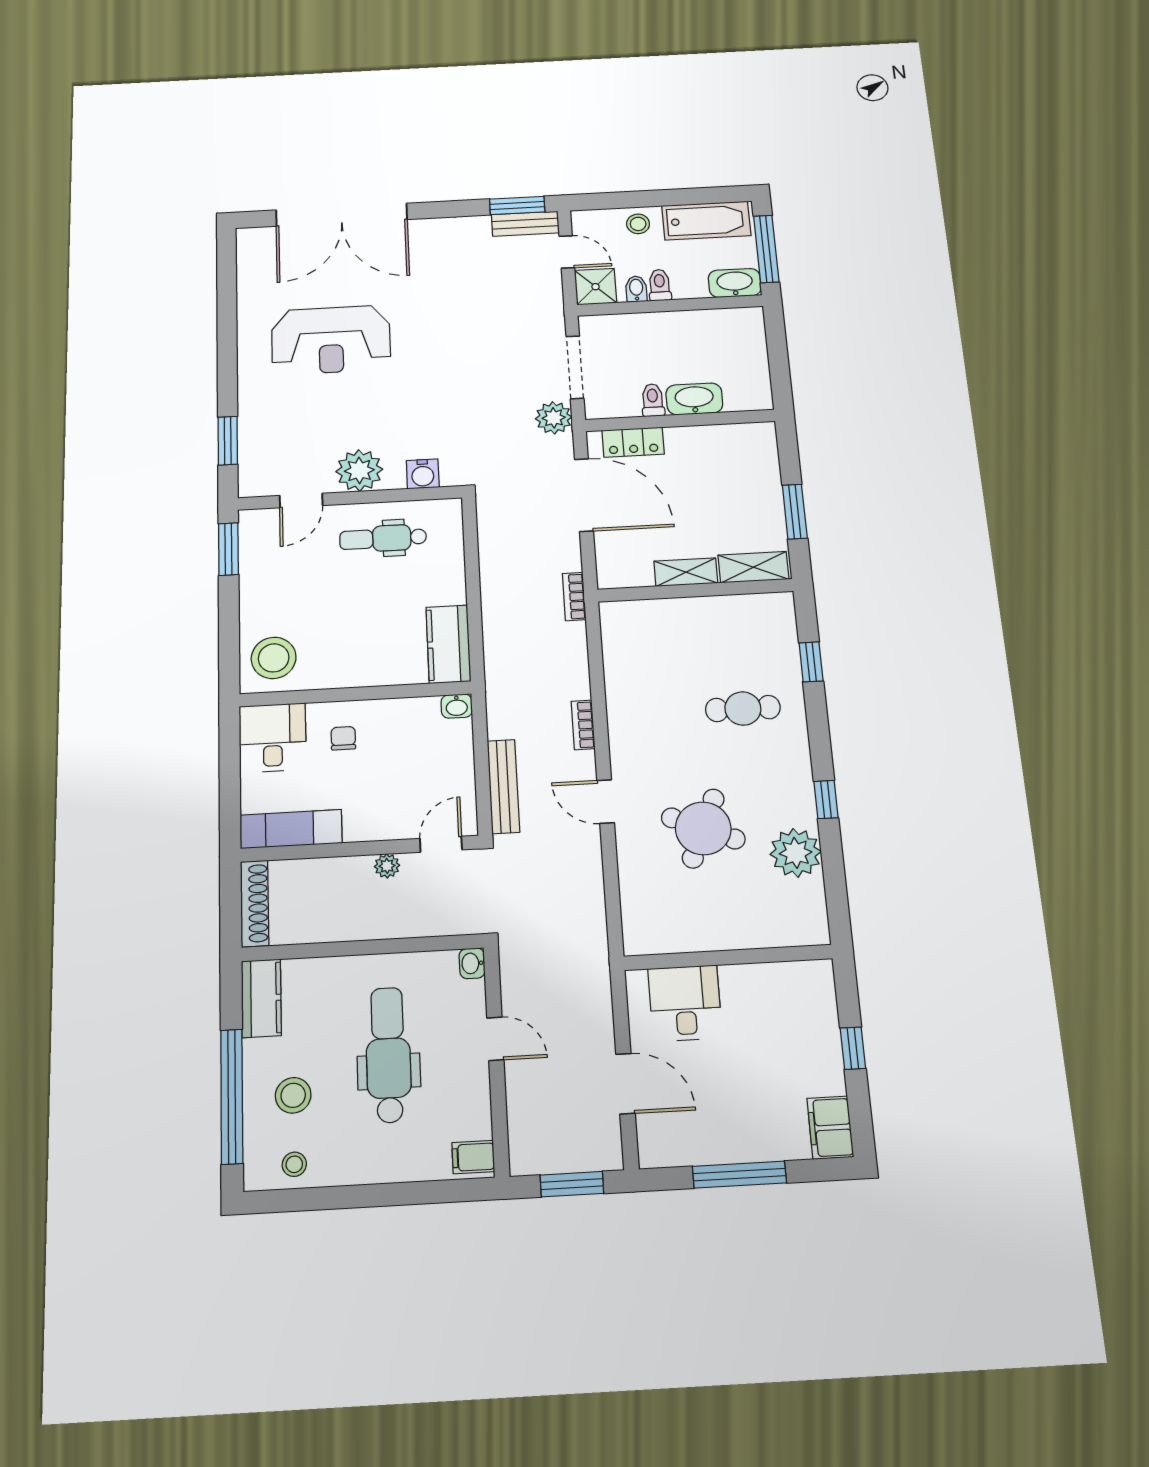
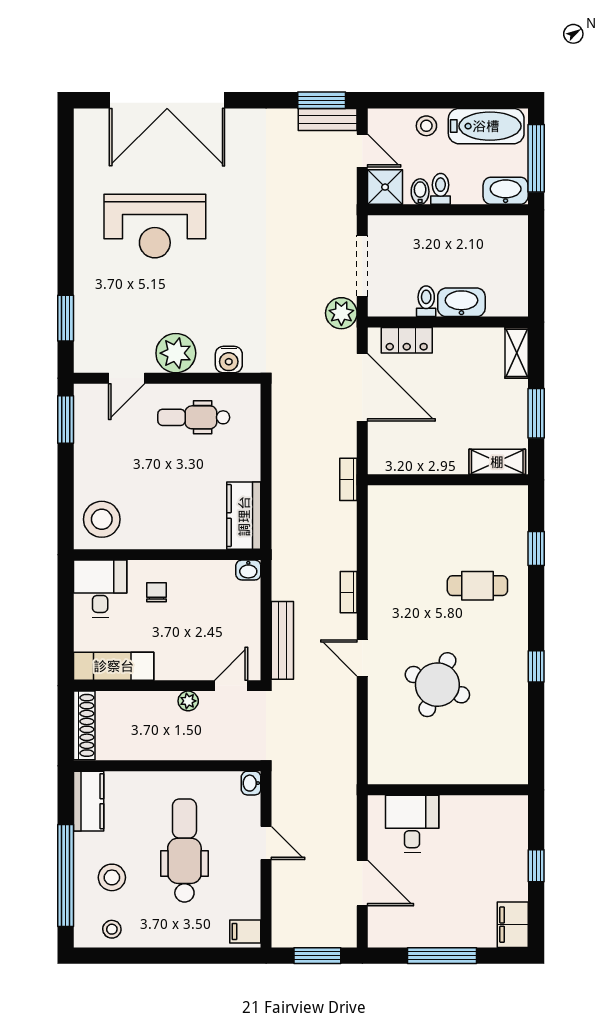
shelving: (686, 572) -> (517, 353), moved, turned 90
plant: (796, 853) -> (508, 709), removed

